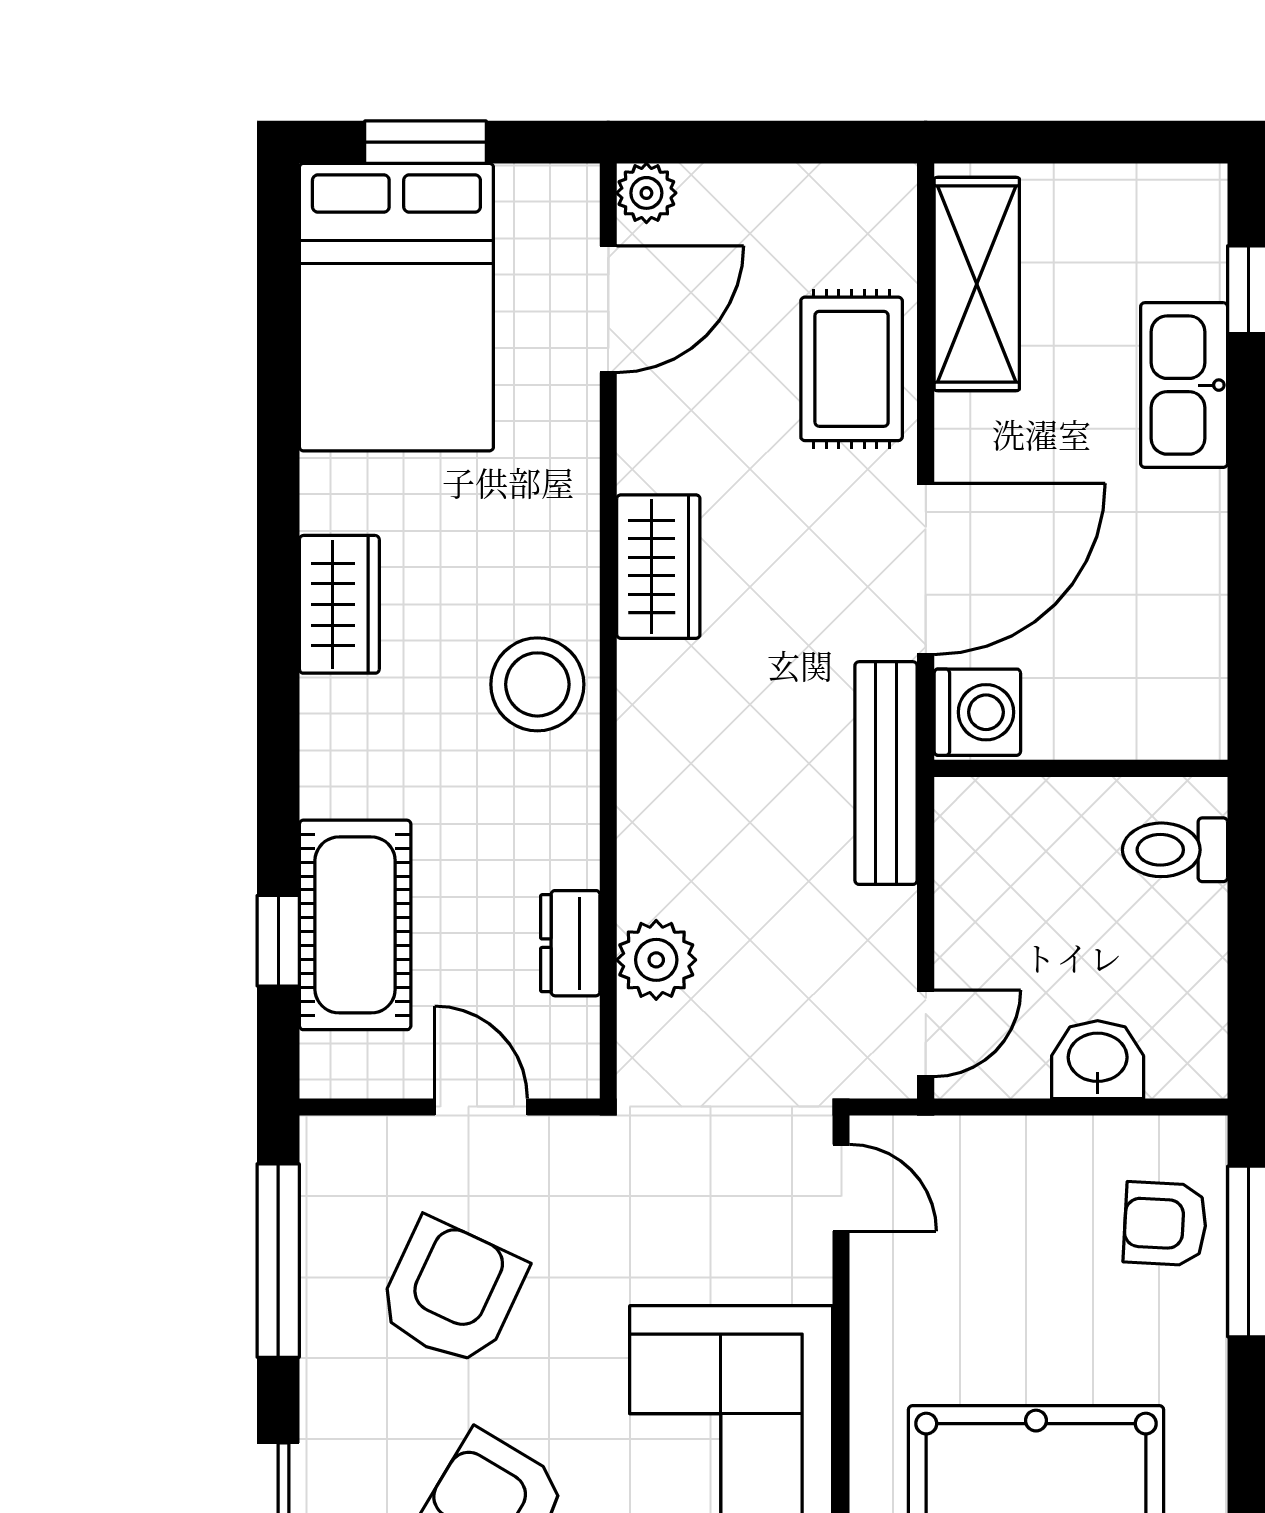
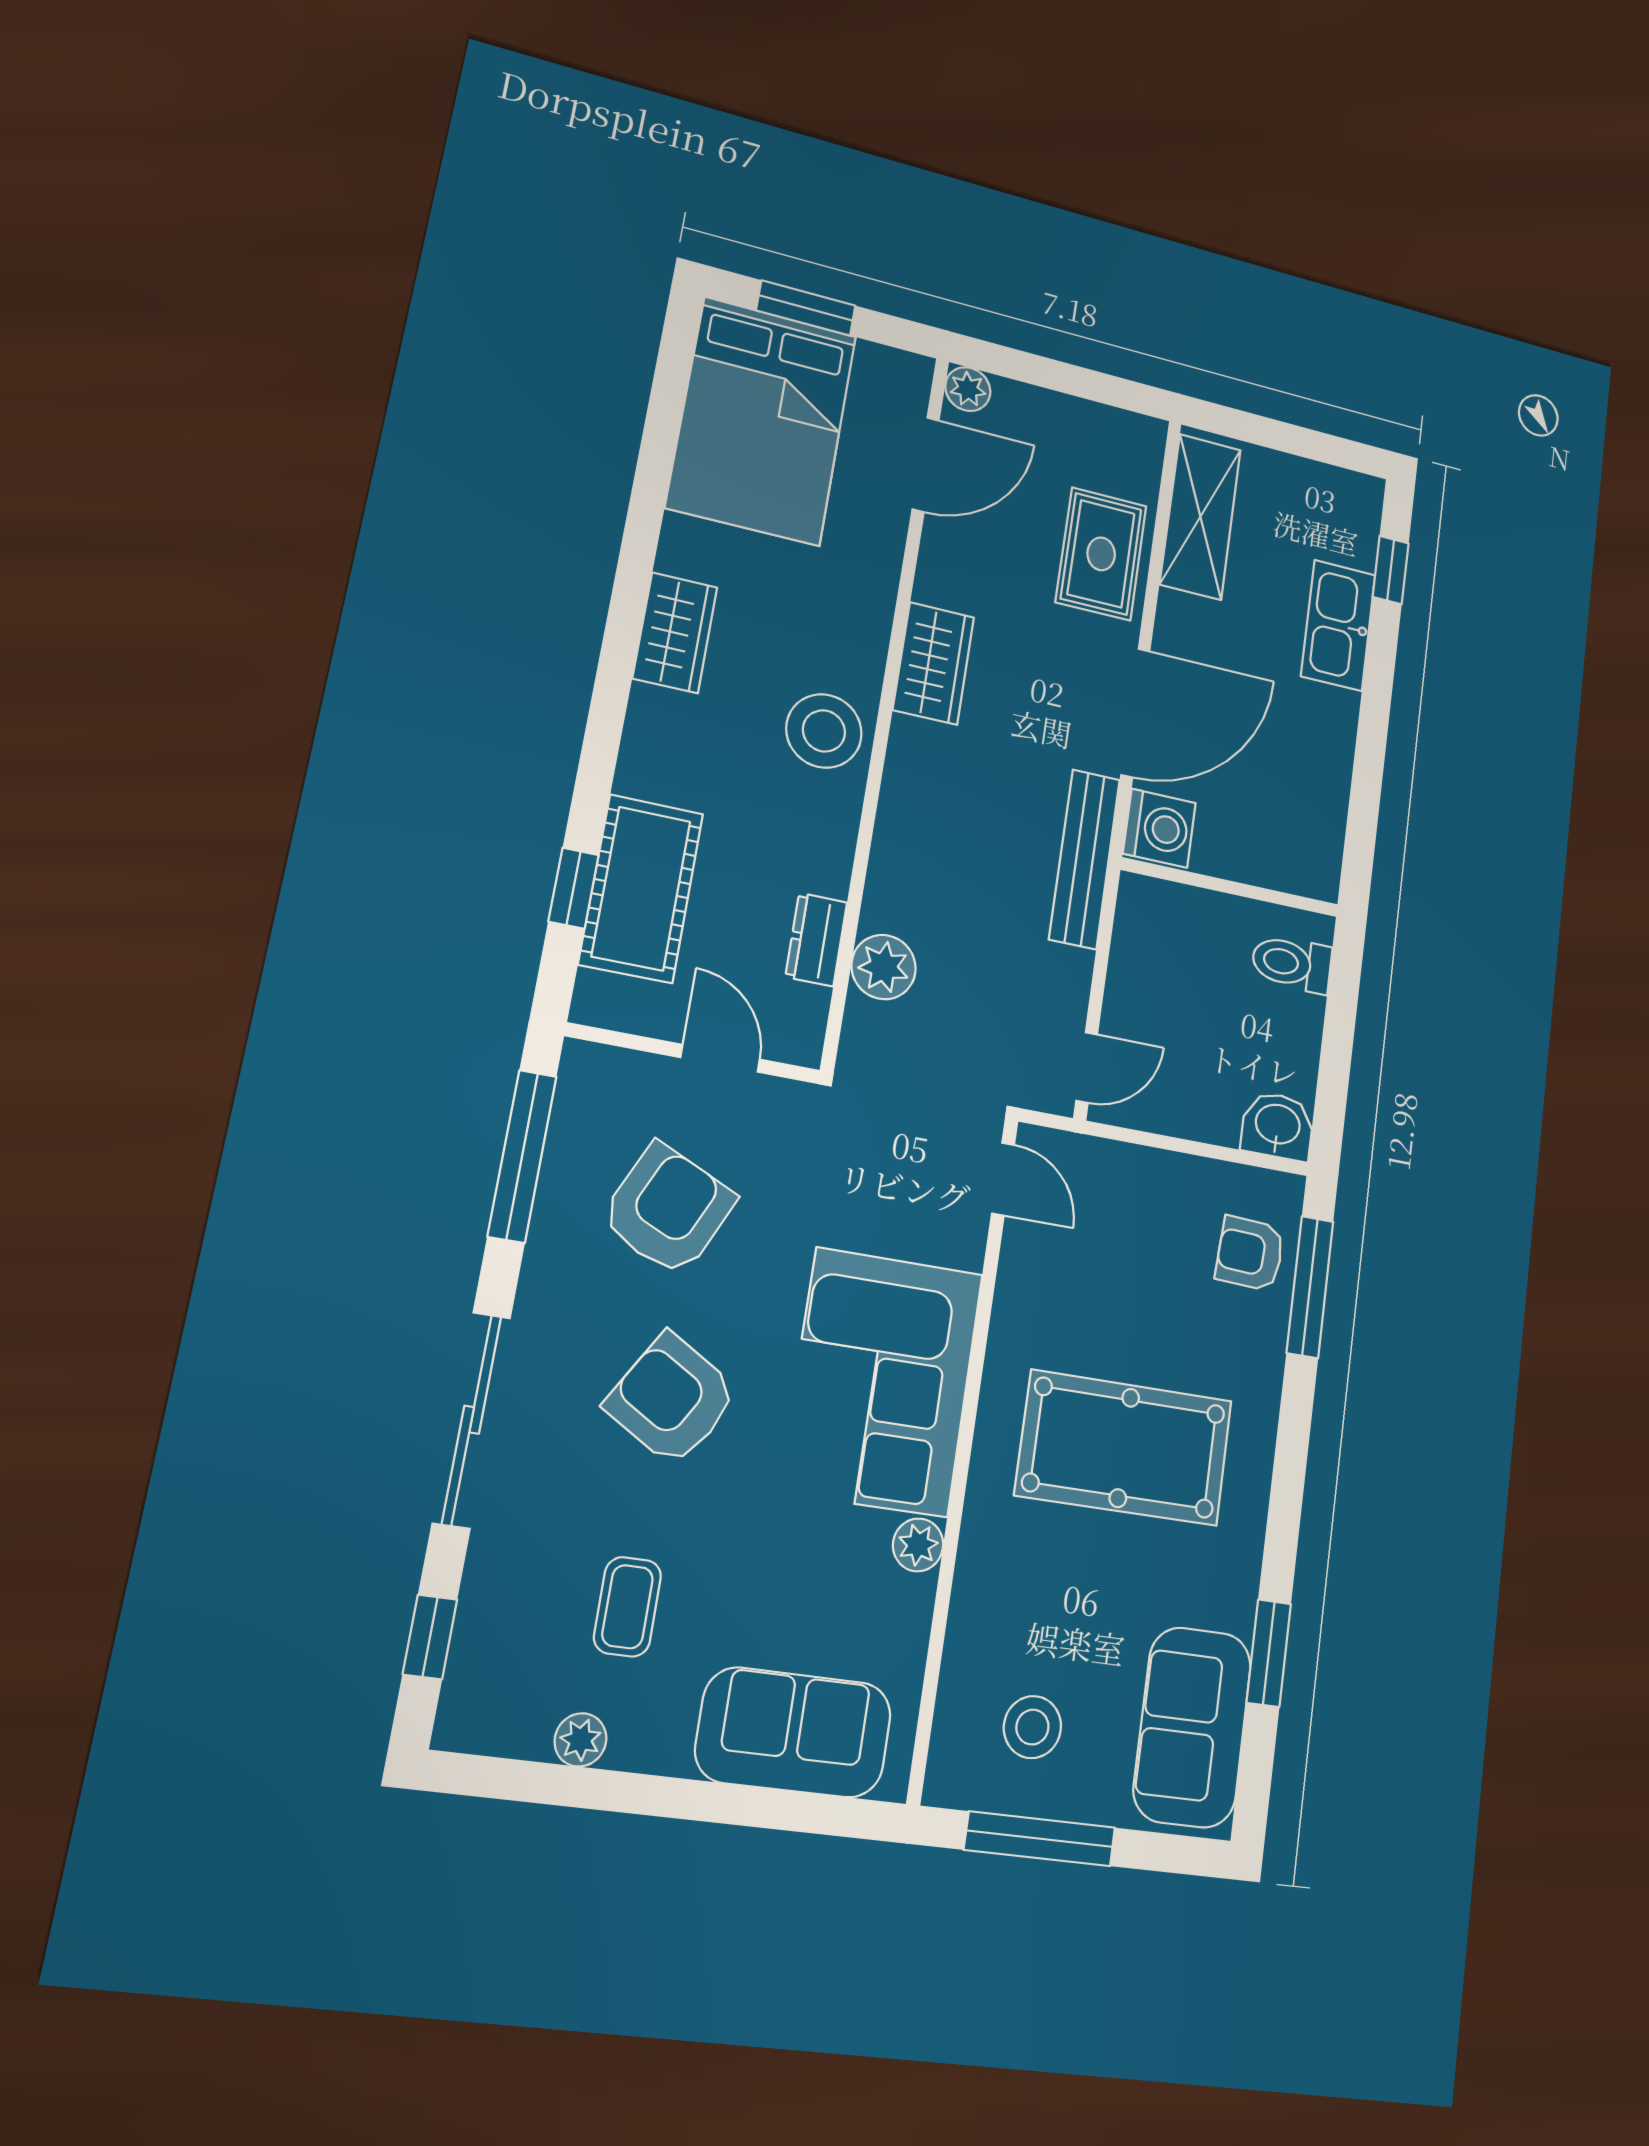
washbasin: (1098, 1060) -> (1278, 1126), moved

